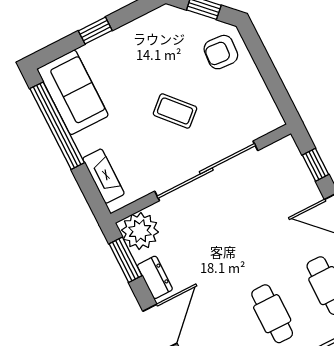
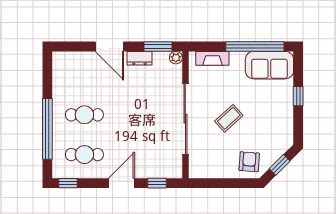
plant: (140, 231) -> (176, 58), width x0.53, depth x0.53

